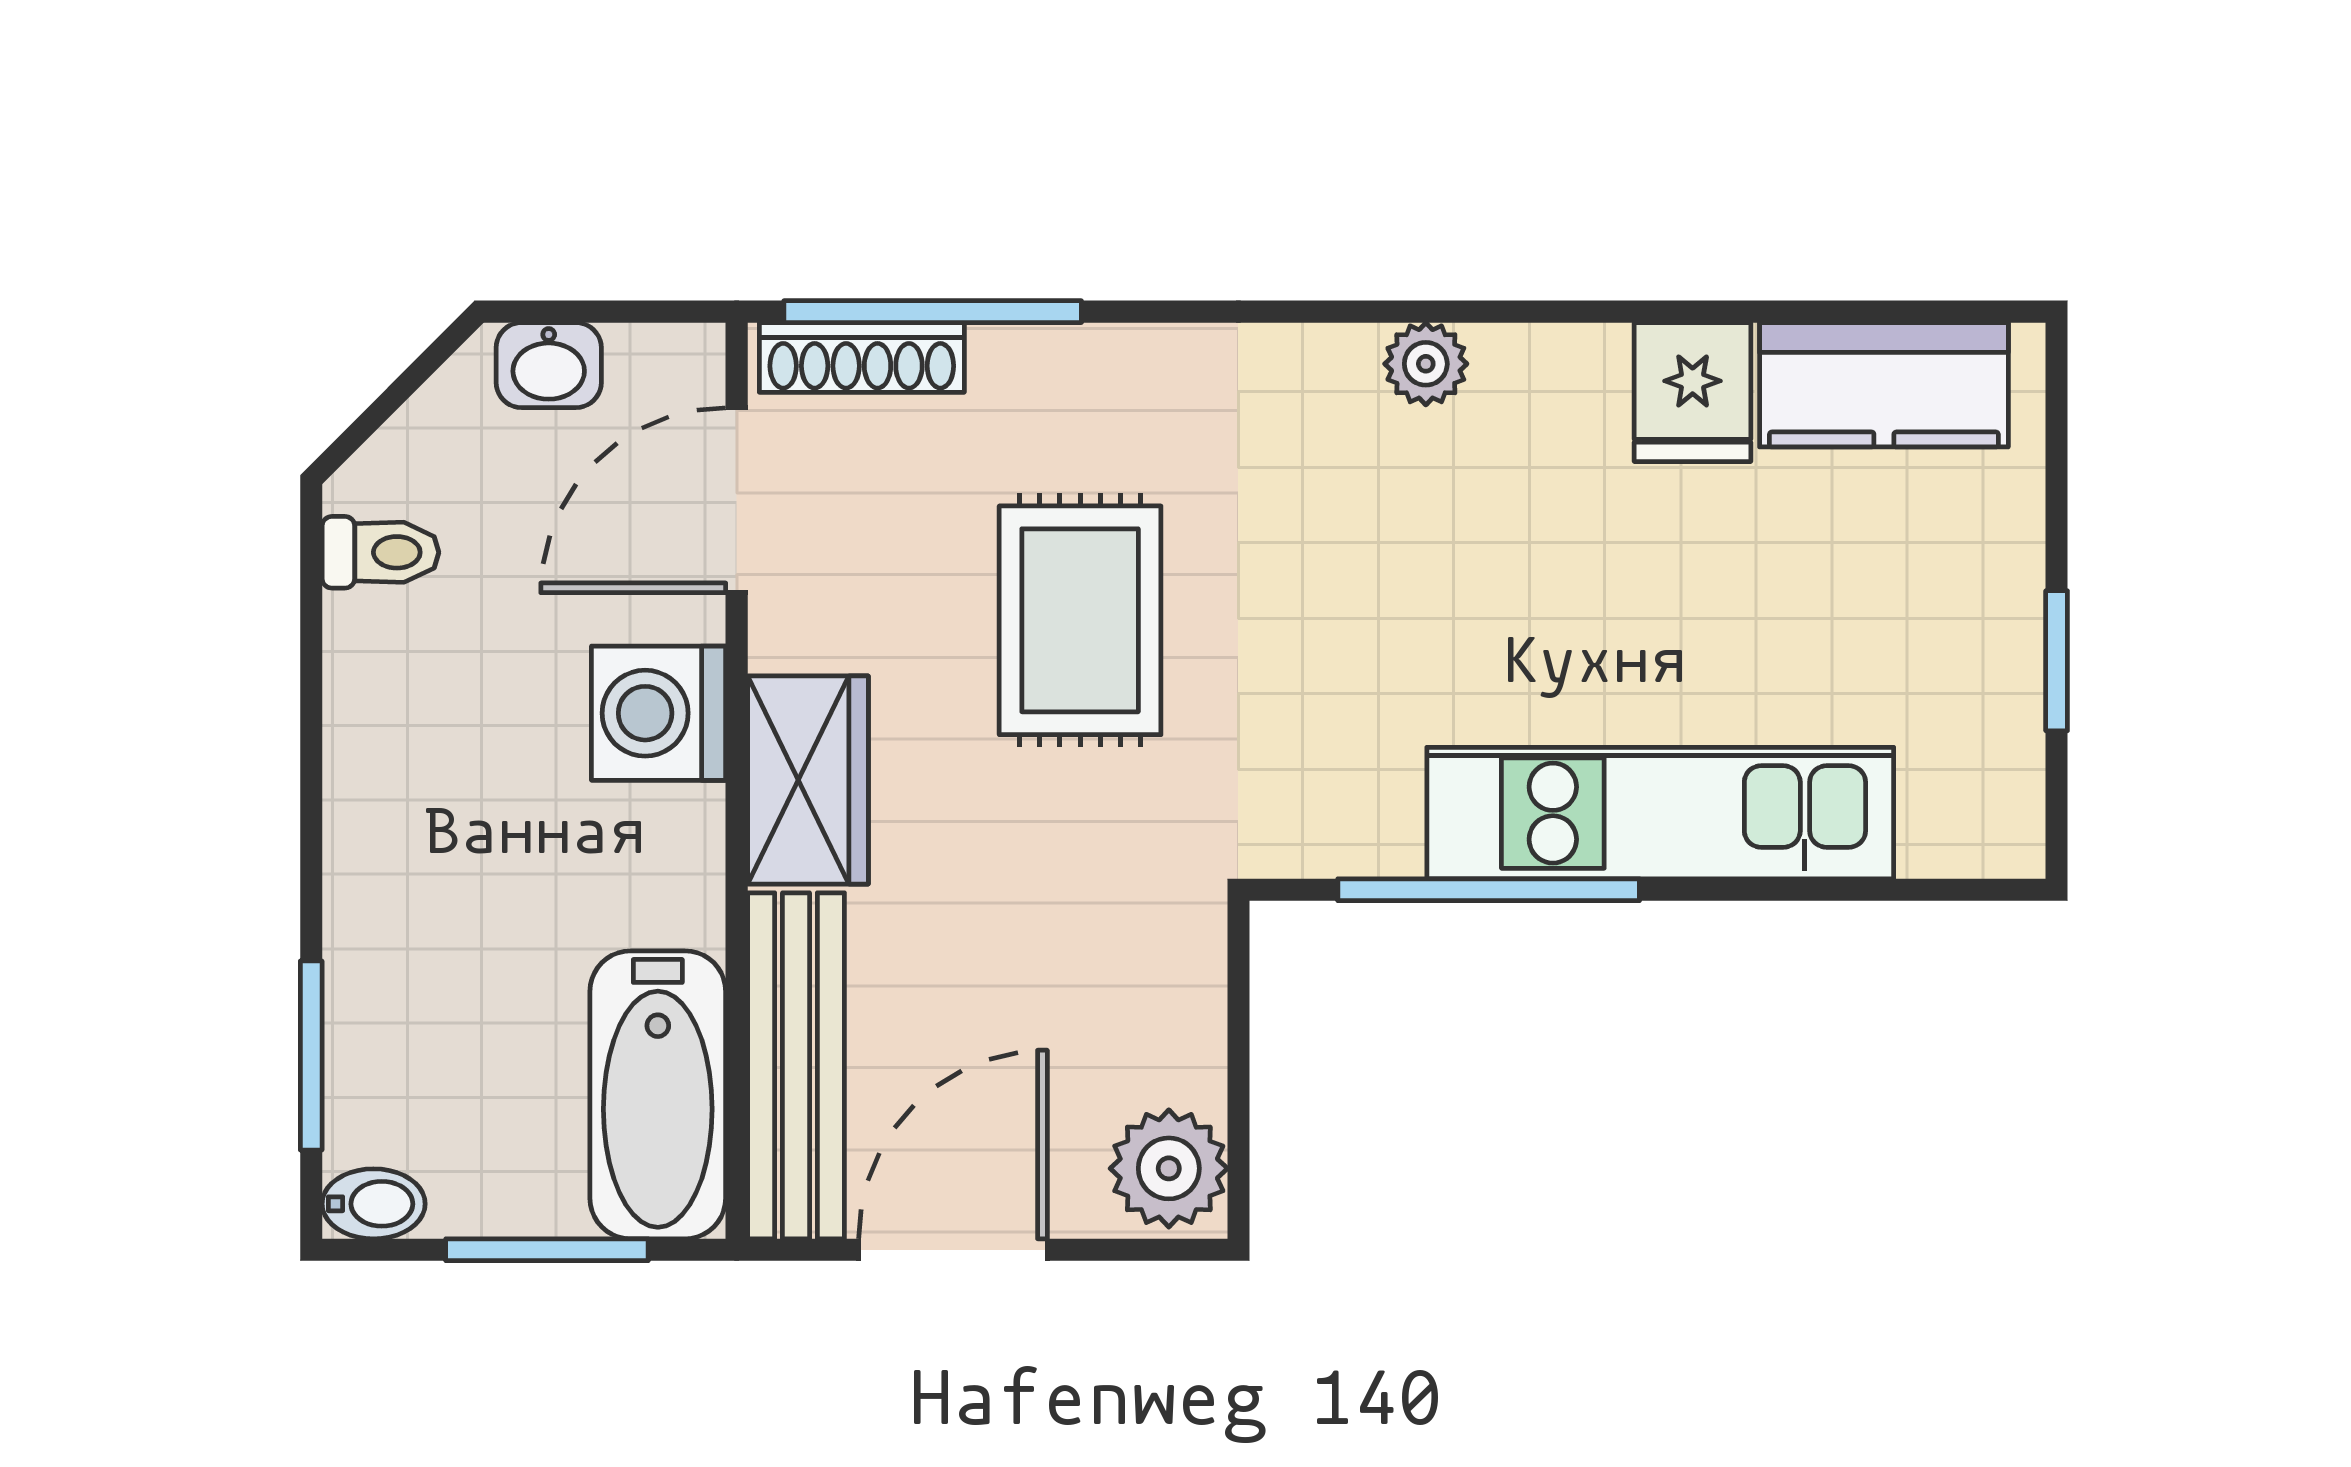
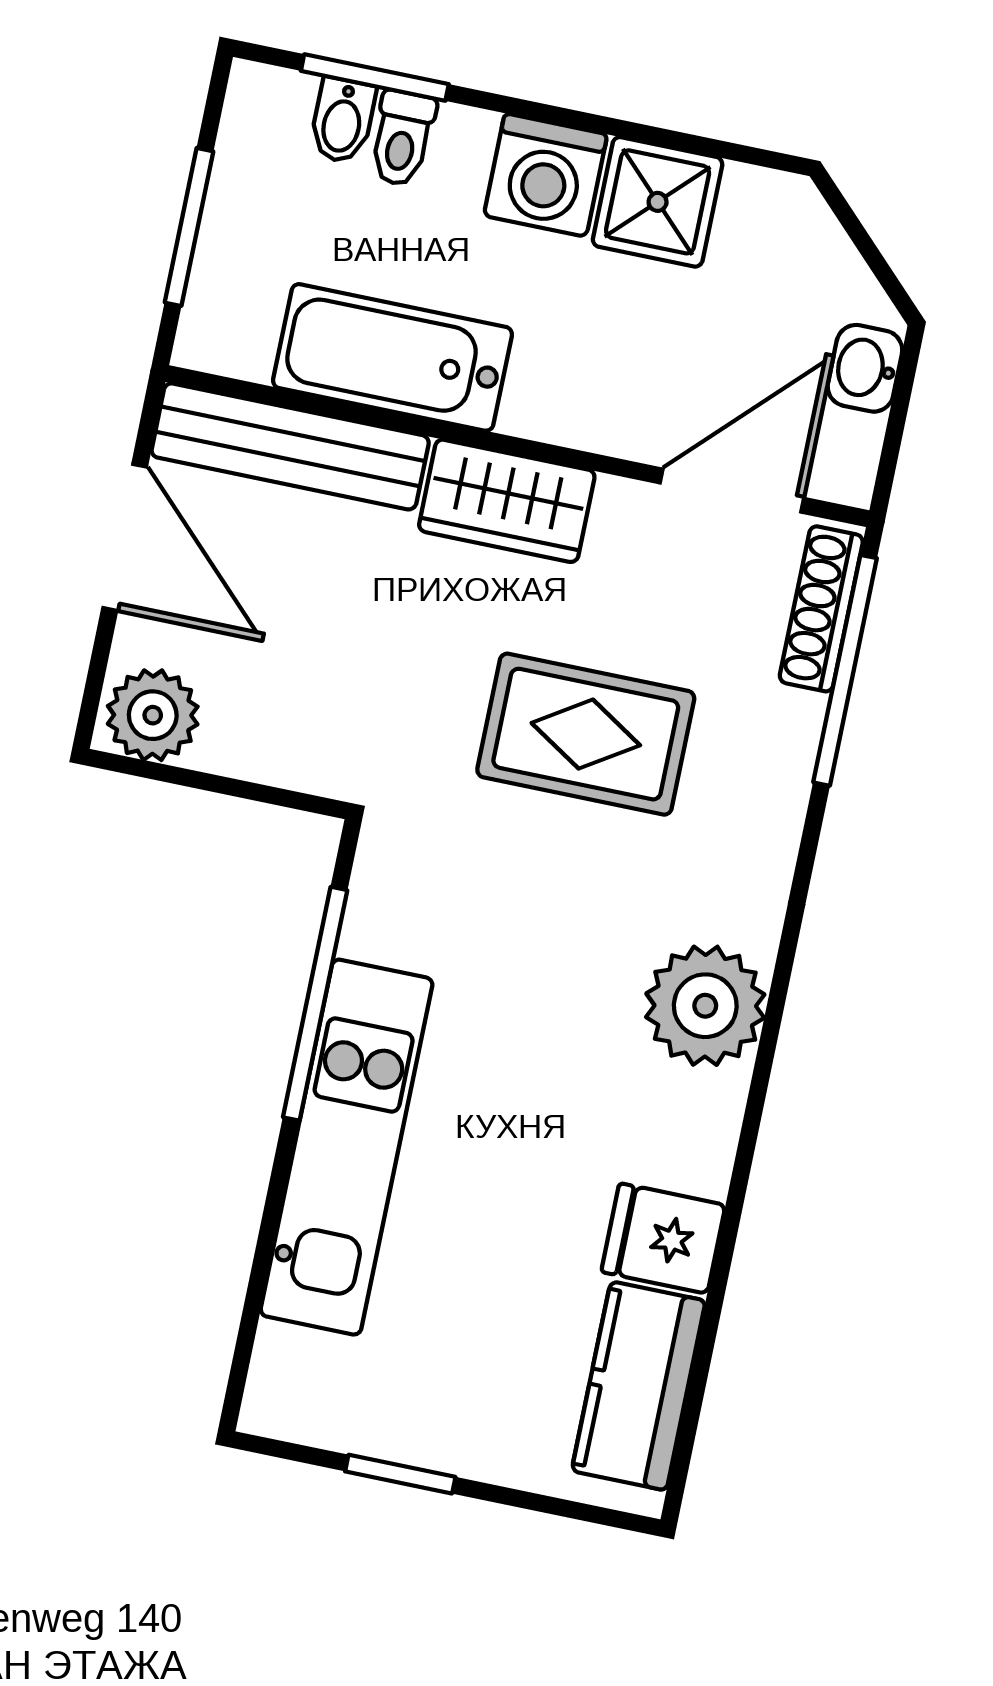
plant: (1426, 364) -> (705, 1006), width x1.87, depth x1.87
door: (737, 500) -> (732, 491), hinge flipped
toilet: (380, 552) -> (402, 138), moved
shower: (394, 669) -> (658, 202), added
washing machine: (659, 713) -> (545, 175), moved, turned 180
bathtub: (658, 1095) -> (392, 357), moved
bidet: (374, 1204) -> (342, 121), moved

